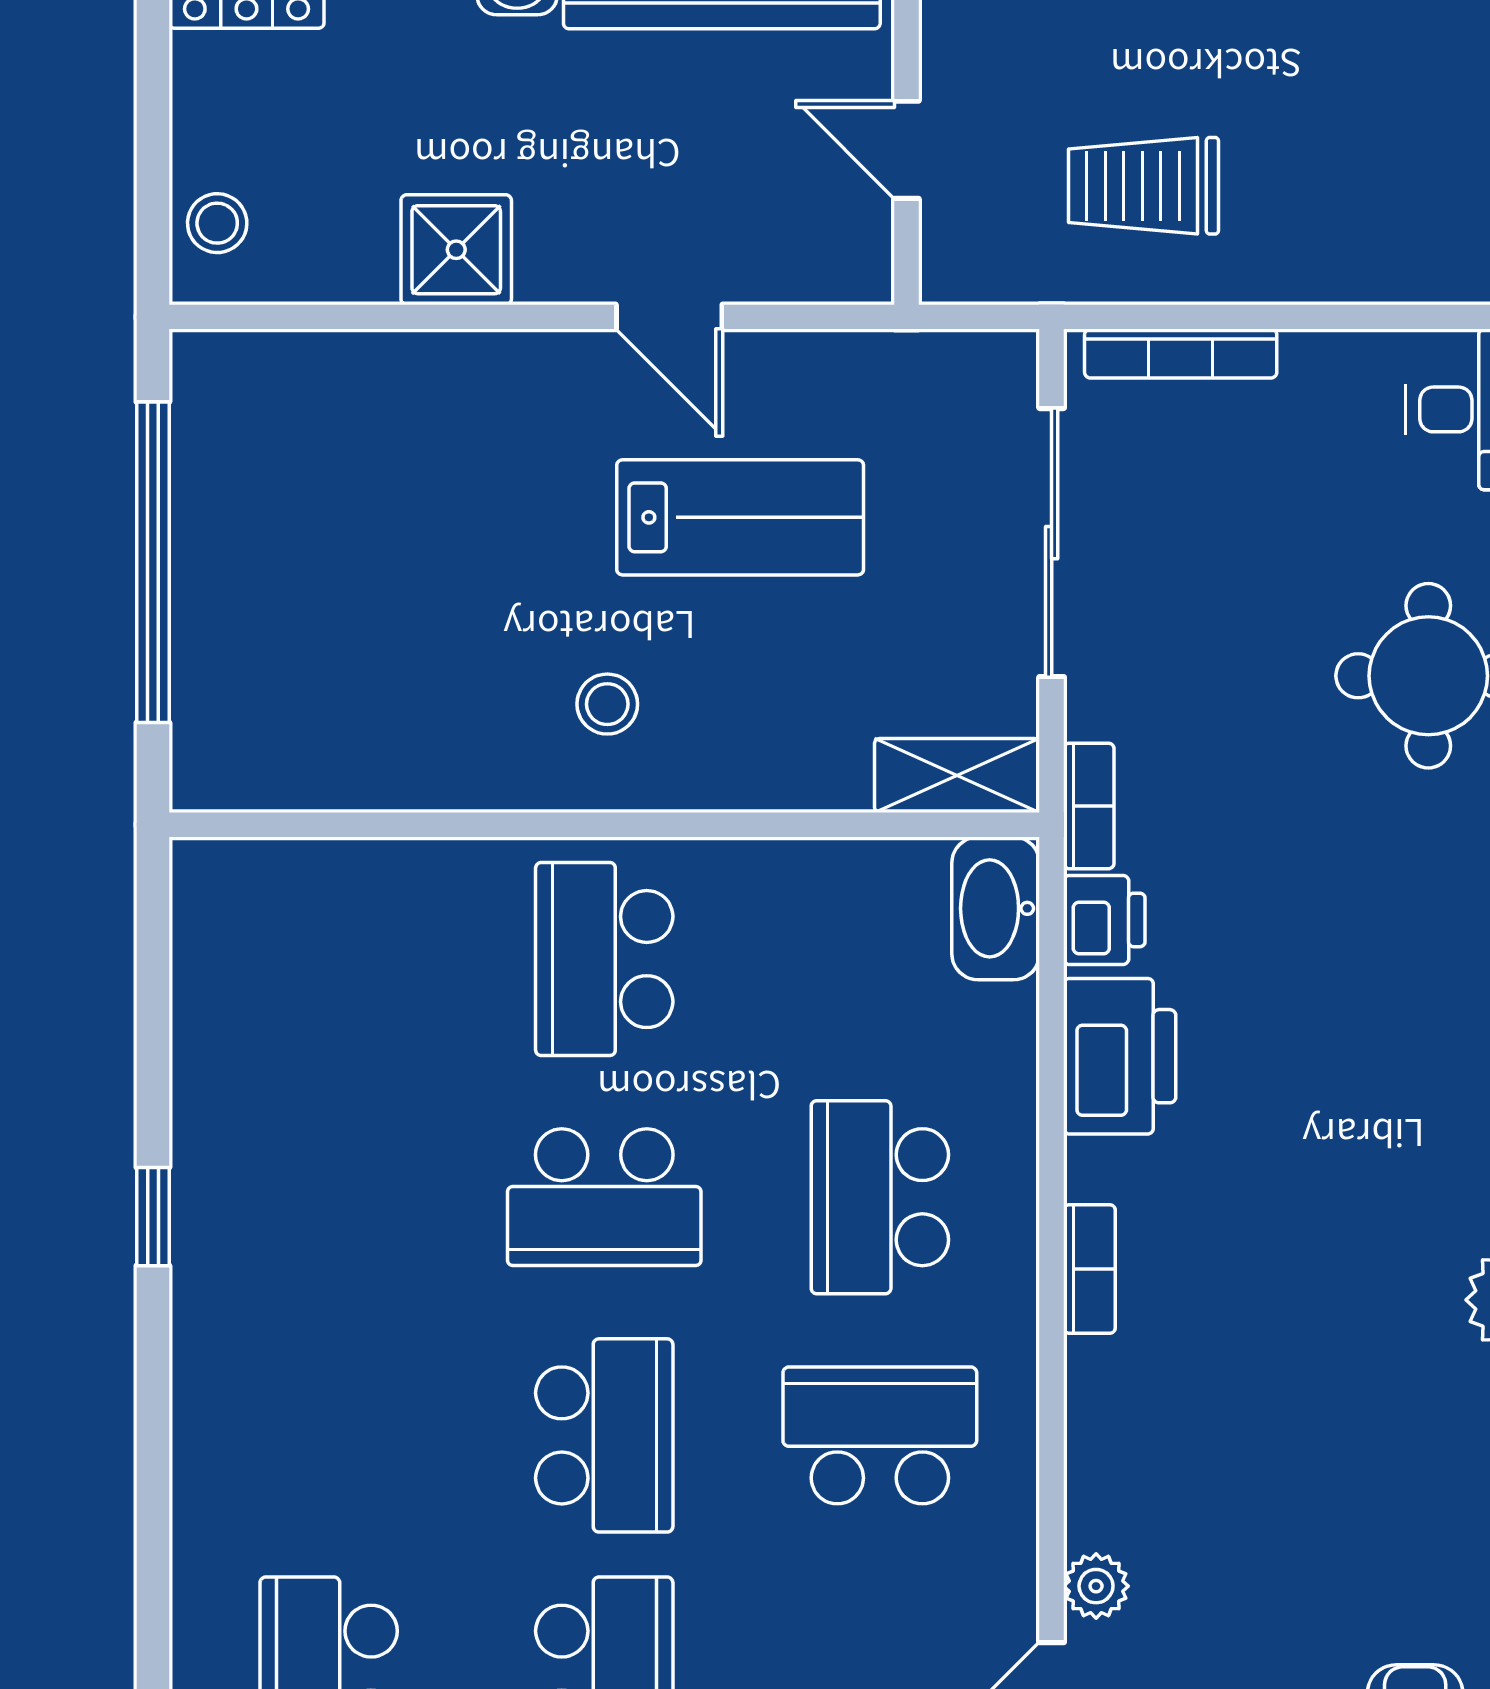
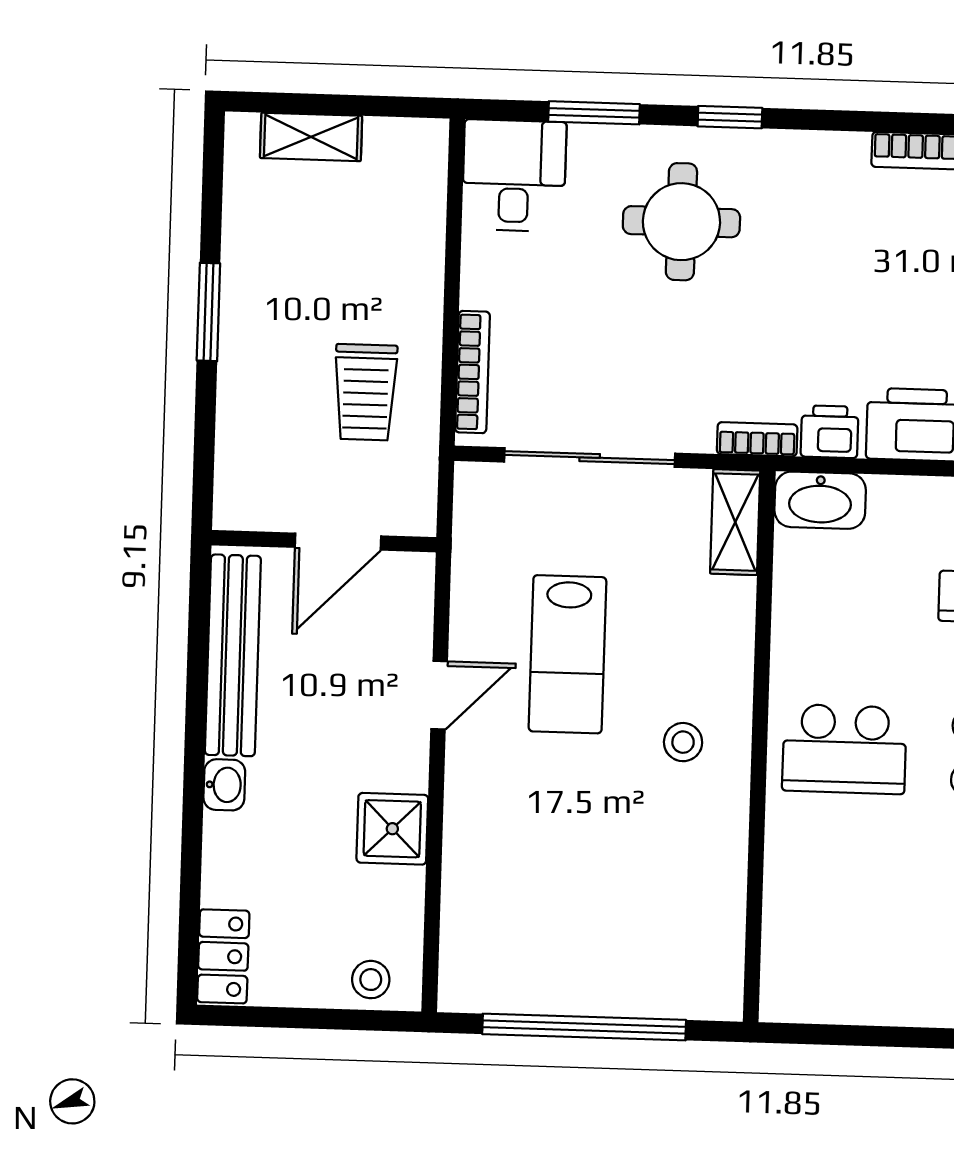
door: (906, 150) -> (338, 542), width x1.38
lab bench: (740, 517) -> (567, 654), turned 180

